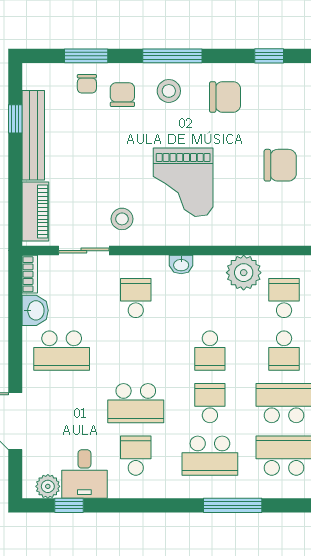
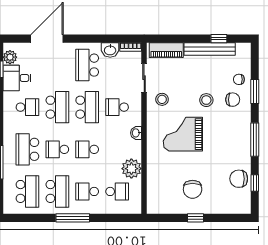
window: (86, 56) -> (255, 91), moved
window: (172, 56) -> (255, 140), moved
stool: (169, 91) -> (206, 100), moved
chair: (225, 97) -> (239, 179), moved, turned 90
school desk: (136, 298) -> (117, 107), turned 180
school desk: (136, 351) -> (87, 107), added
school desk: (136, 403) -> (57, 107), turned 180
school desk: (210, 403) -> (57, 149), turned 180

